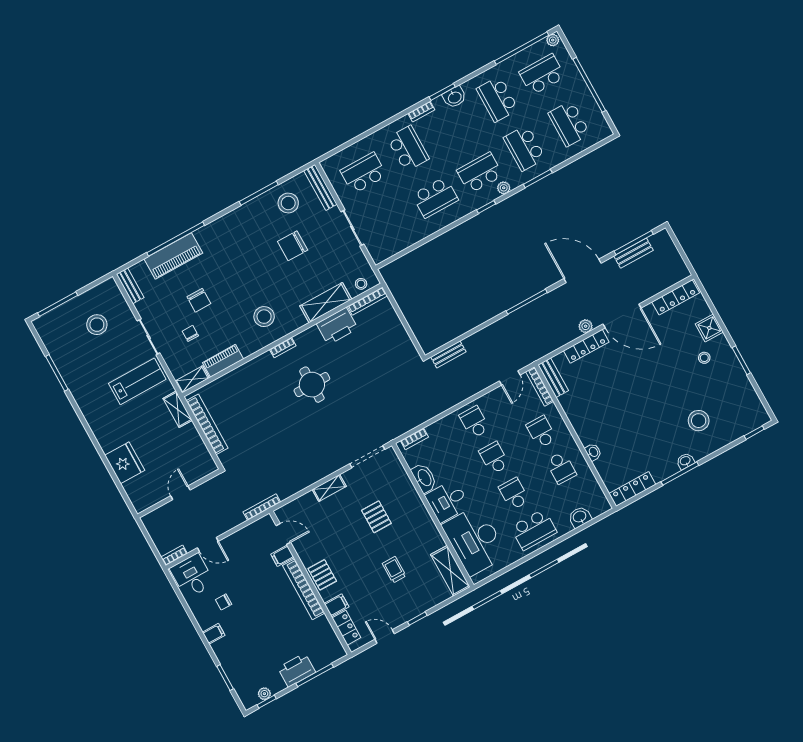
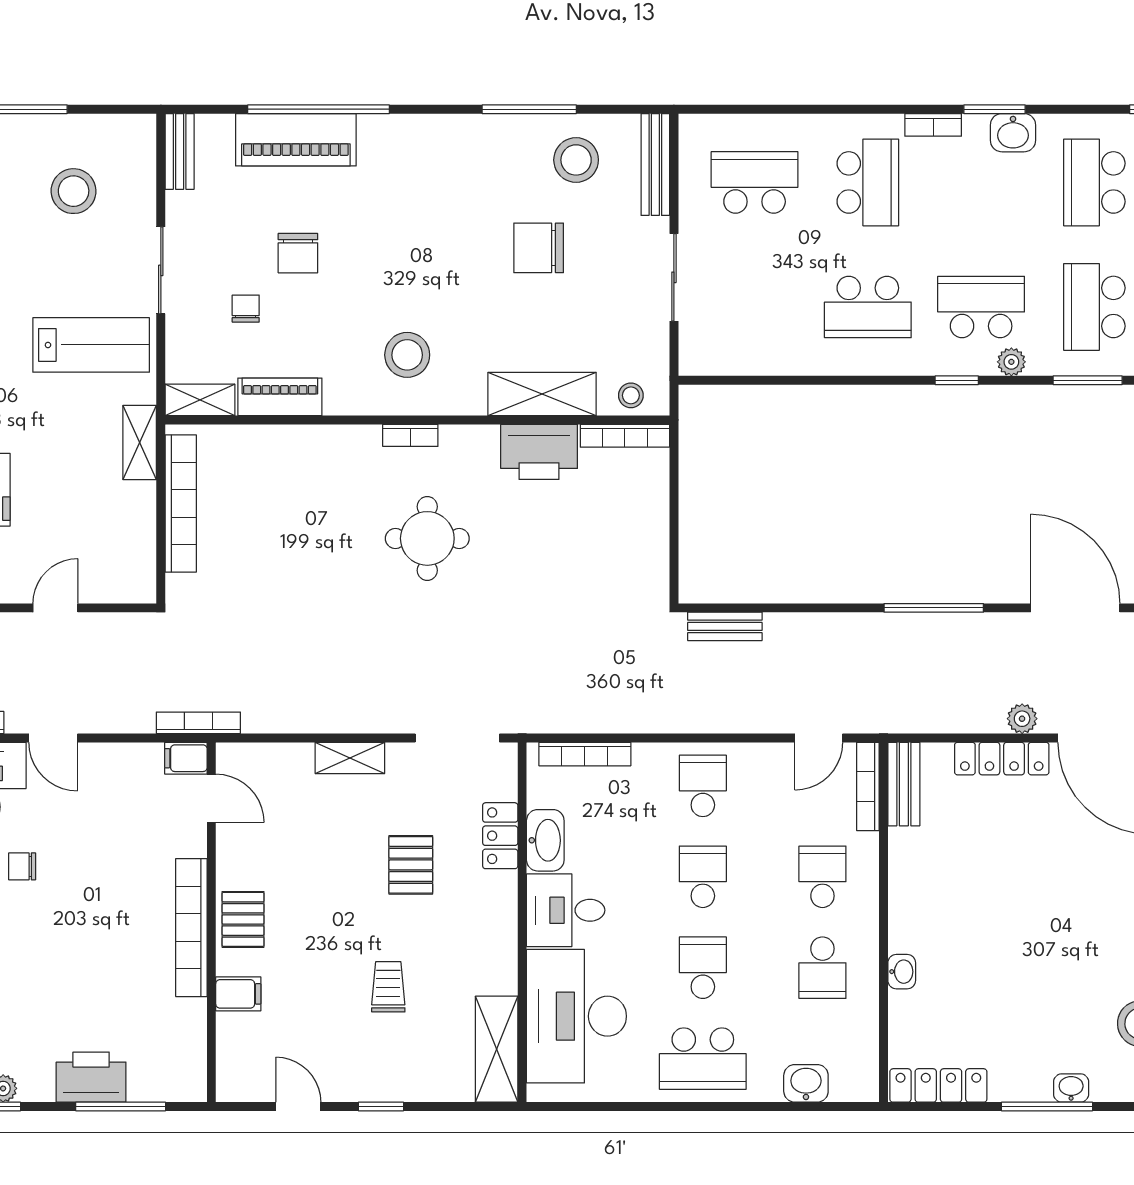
bookcase: (414, 439) -> (585, 754), width x1.56
filing cabinet: (282, 556) -> (186, 758), moved
locker: (346, 628) -> (500, 836), moved, turned 180

